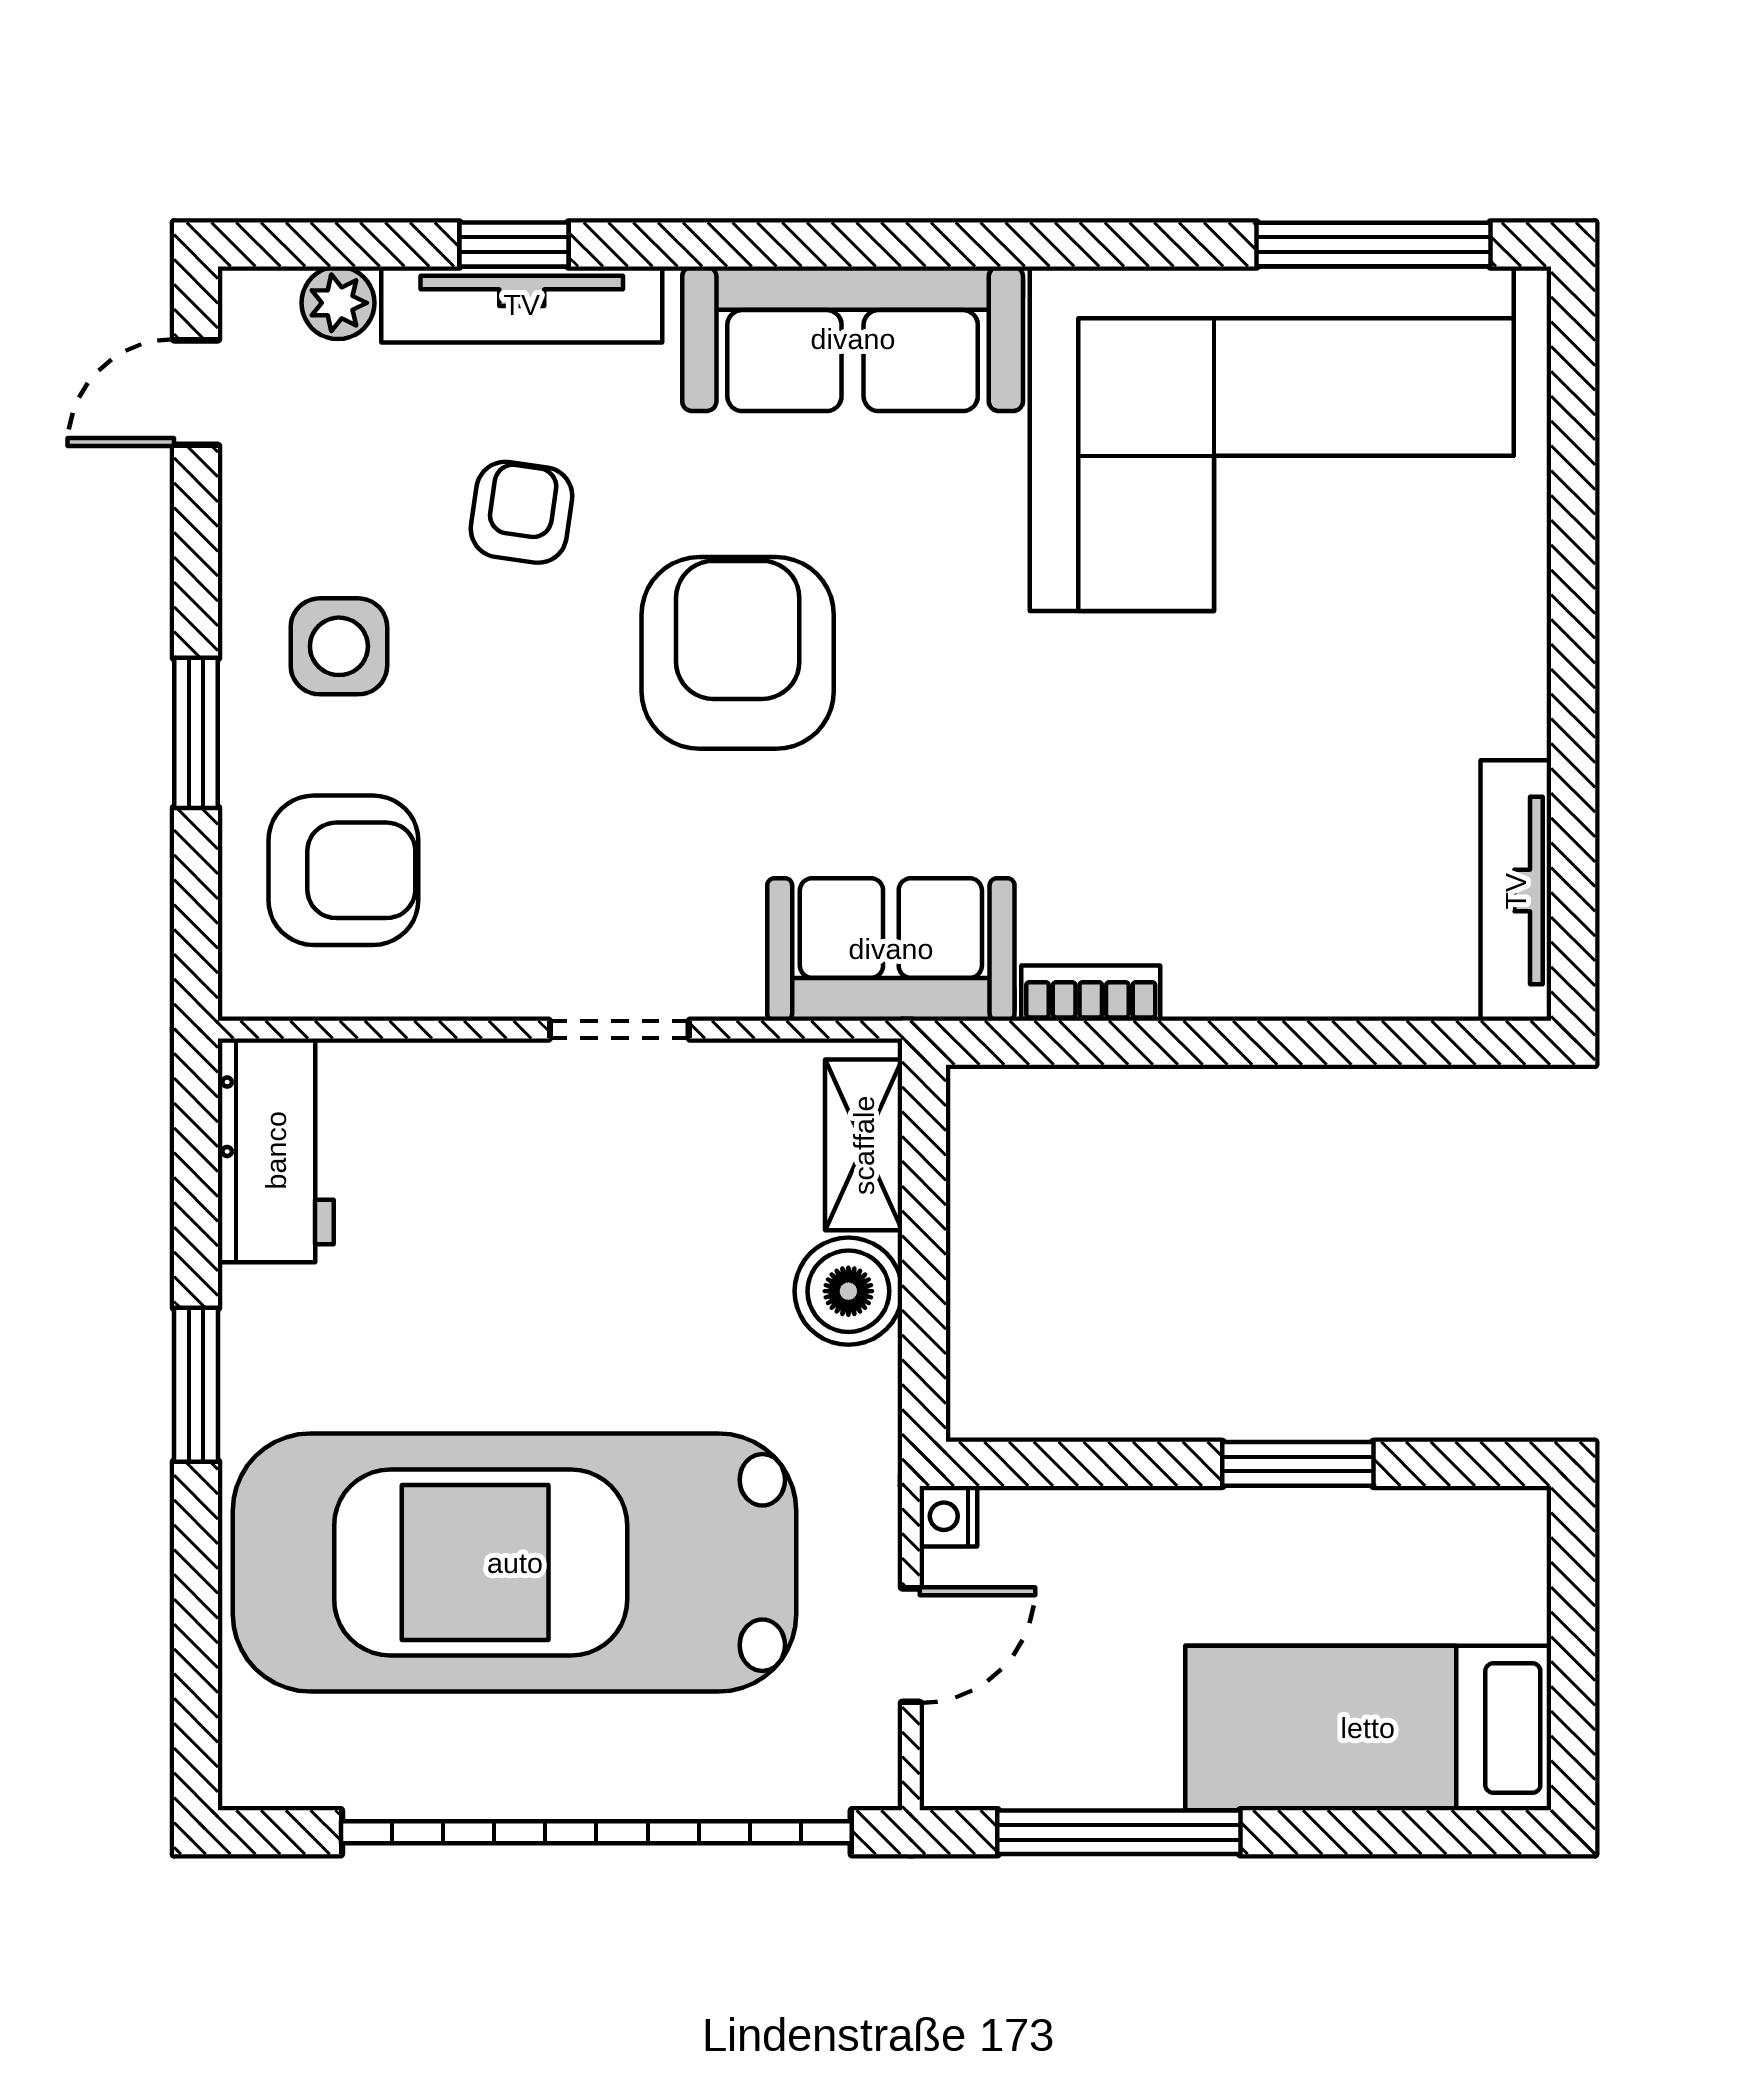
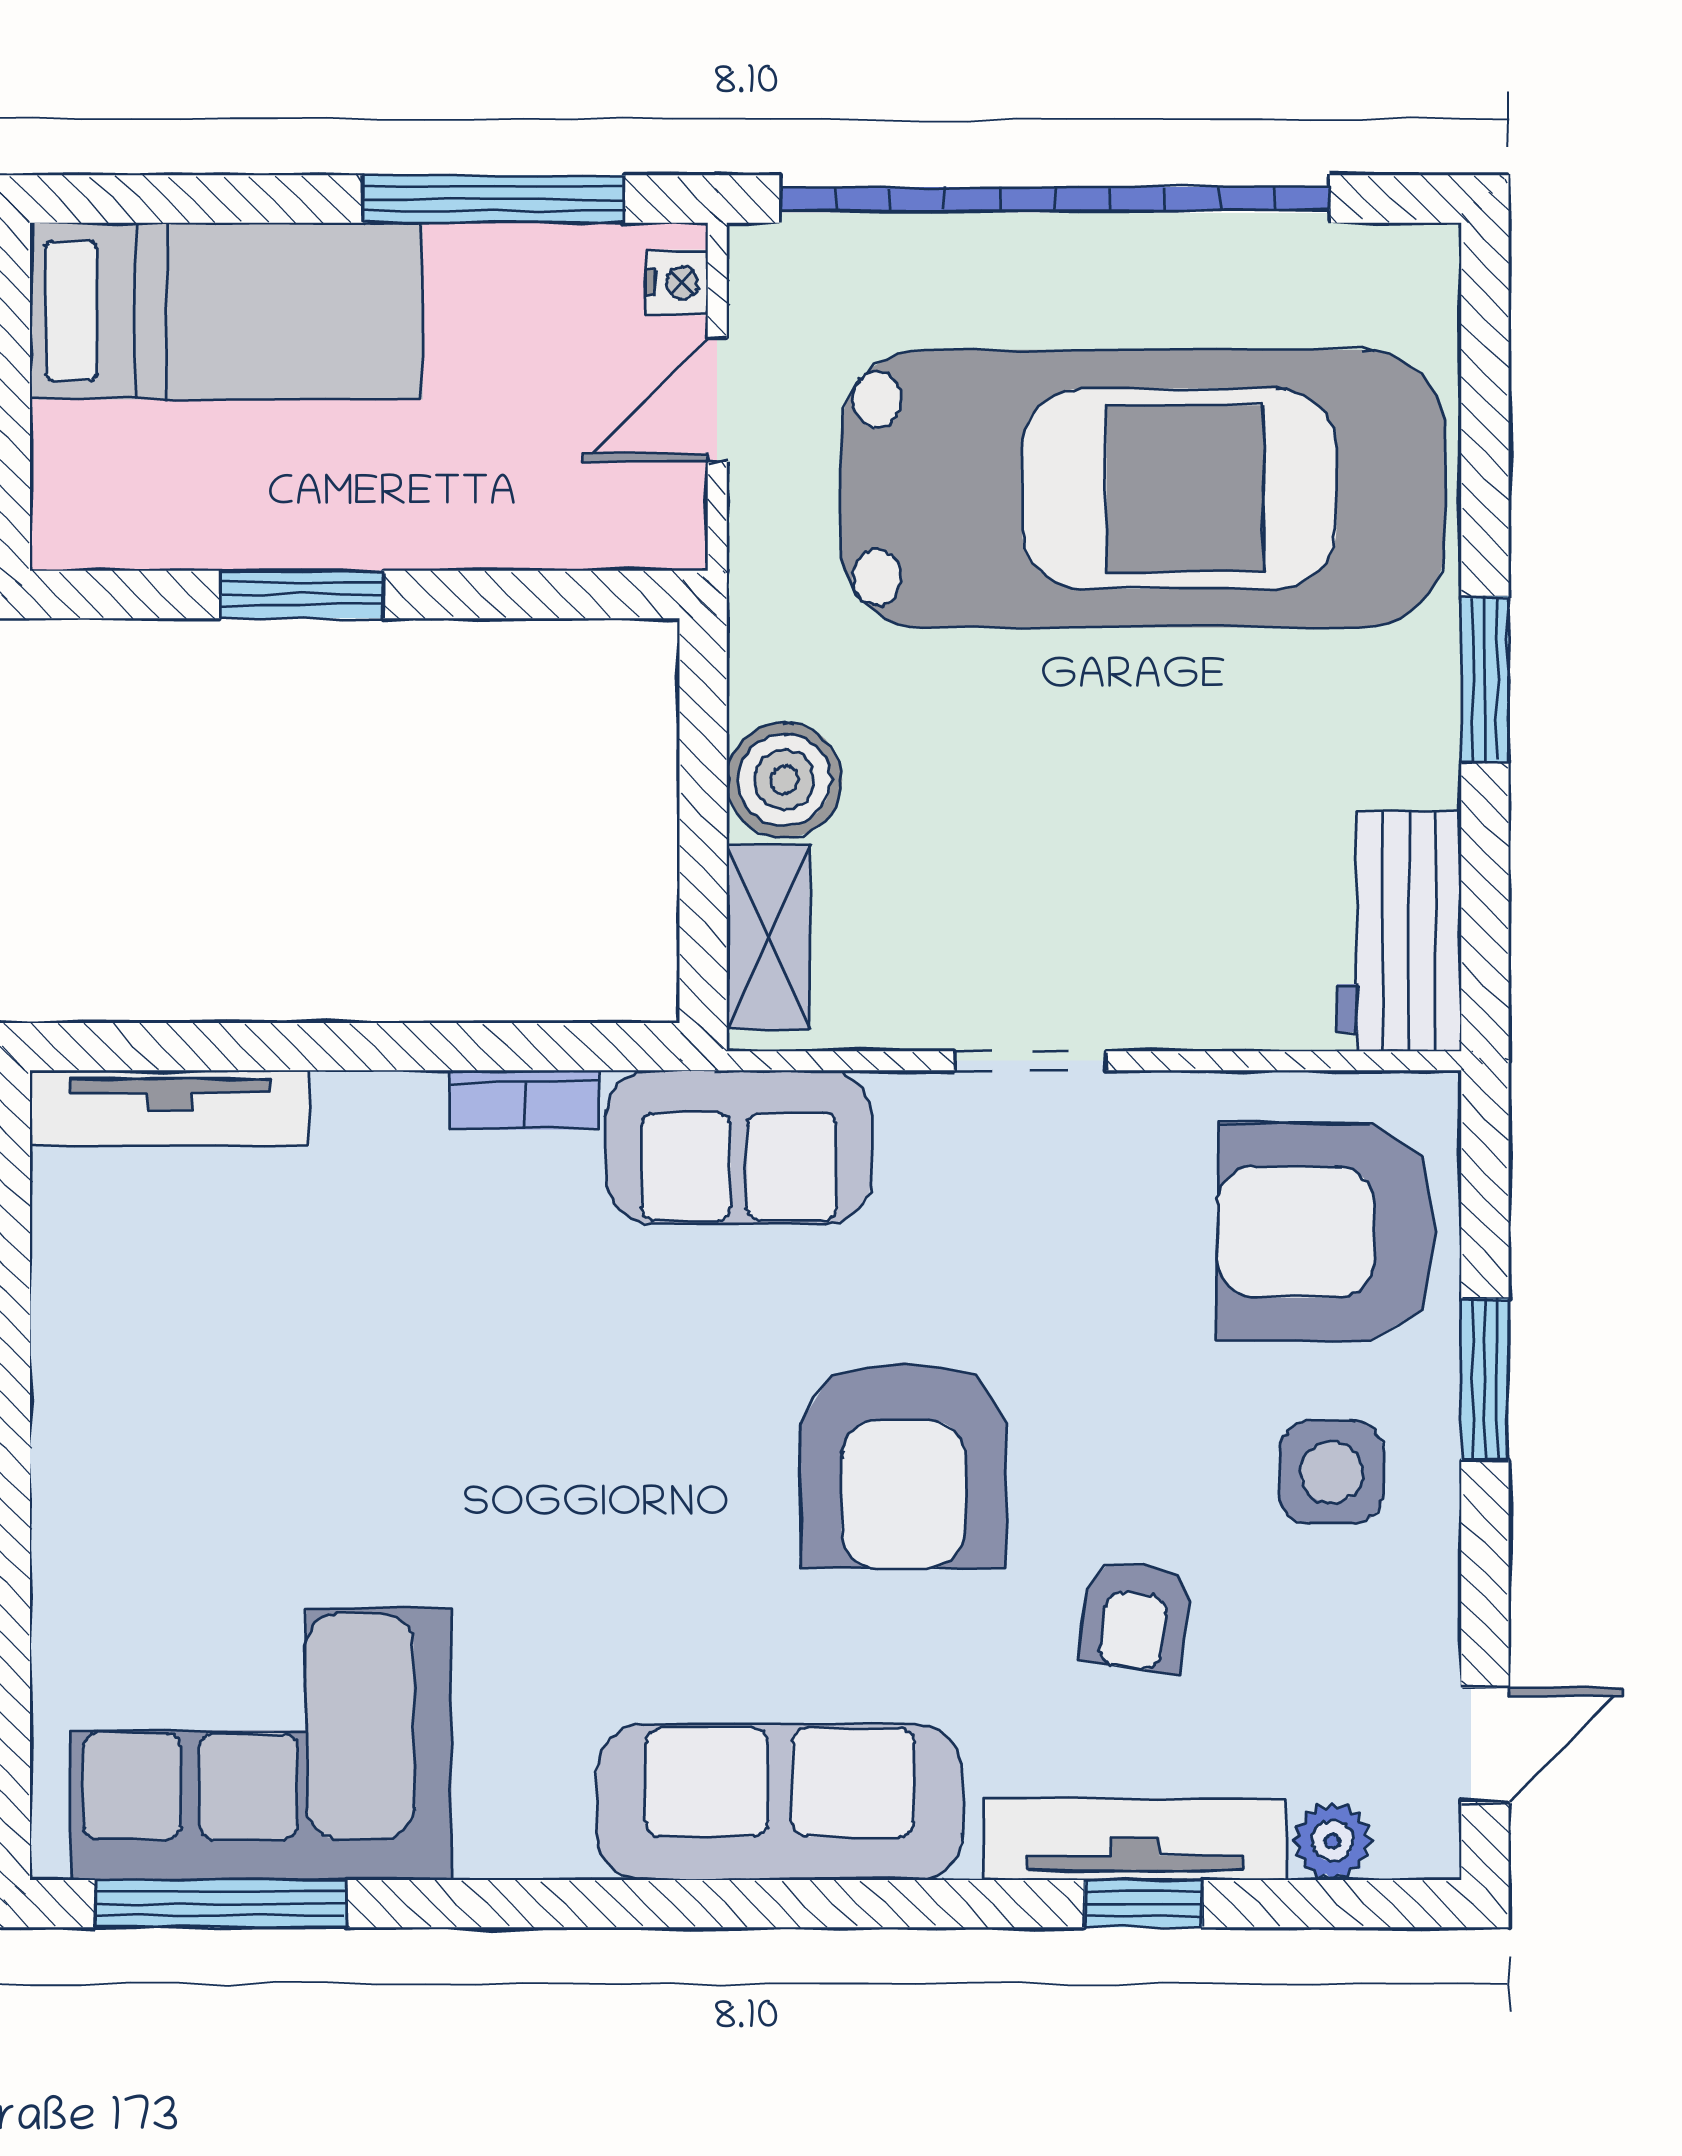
corner sofa: (1272, 439) -> (261, 1744), width x0.73, depth x0.74
armchair: (343, 870) -> (1327, 1232), width x1.36, depth x1.36
tv unit: (1516, 891) -> (170, 1108), moved, turned 90
nightstand: (948, 1516) -> (677, 282), moved

